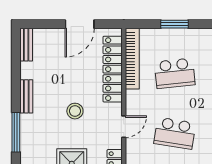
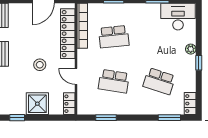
door: (124, 127) -> (76, 76), swing flipped

